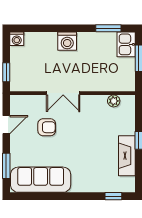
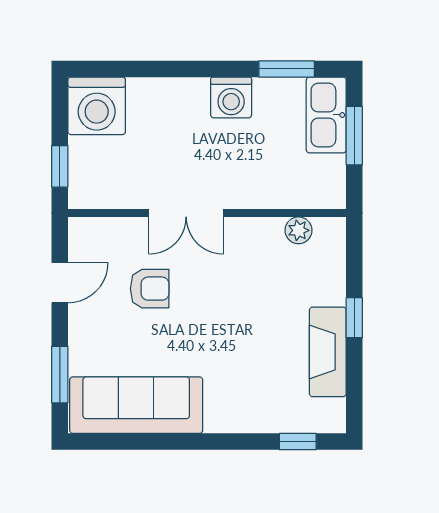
washing machine: (17, 39) -> (97, 106), width x1.89, depth x1.89
washing machine: (67, 41) -> (231, 98), moved
kitchen sink: (126, 44) -> (326, 115), width x1.38

